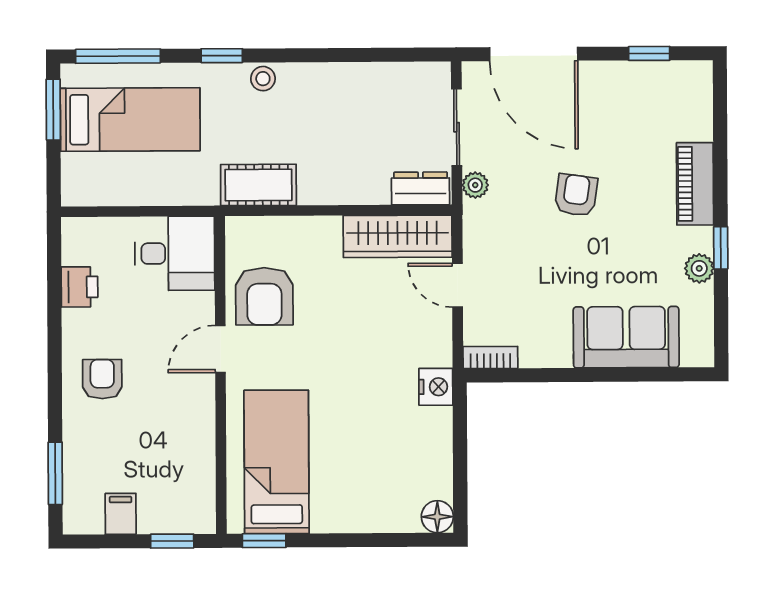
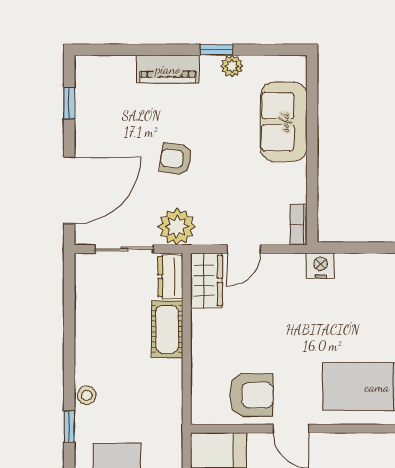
cot: (258, 185) -> (167, 329), moved
plant: (475, 185) -> (177, 226), width x1.88, depth x1.88
wardrobe: (398, 236) -> (207, 280), width x0.67

